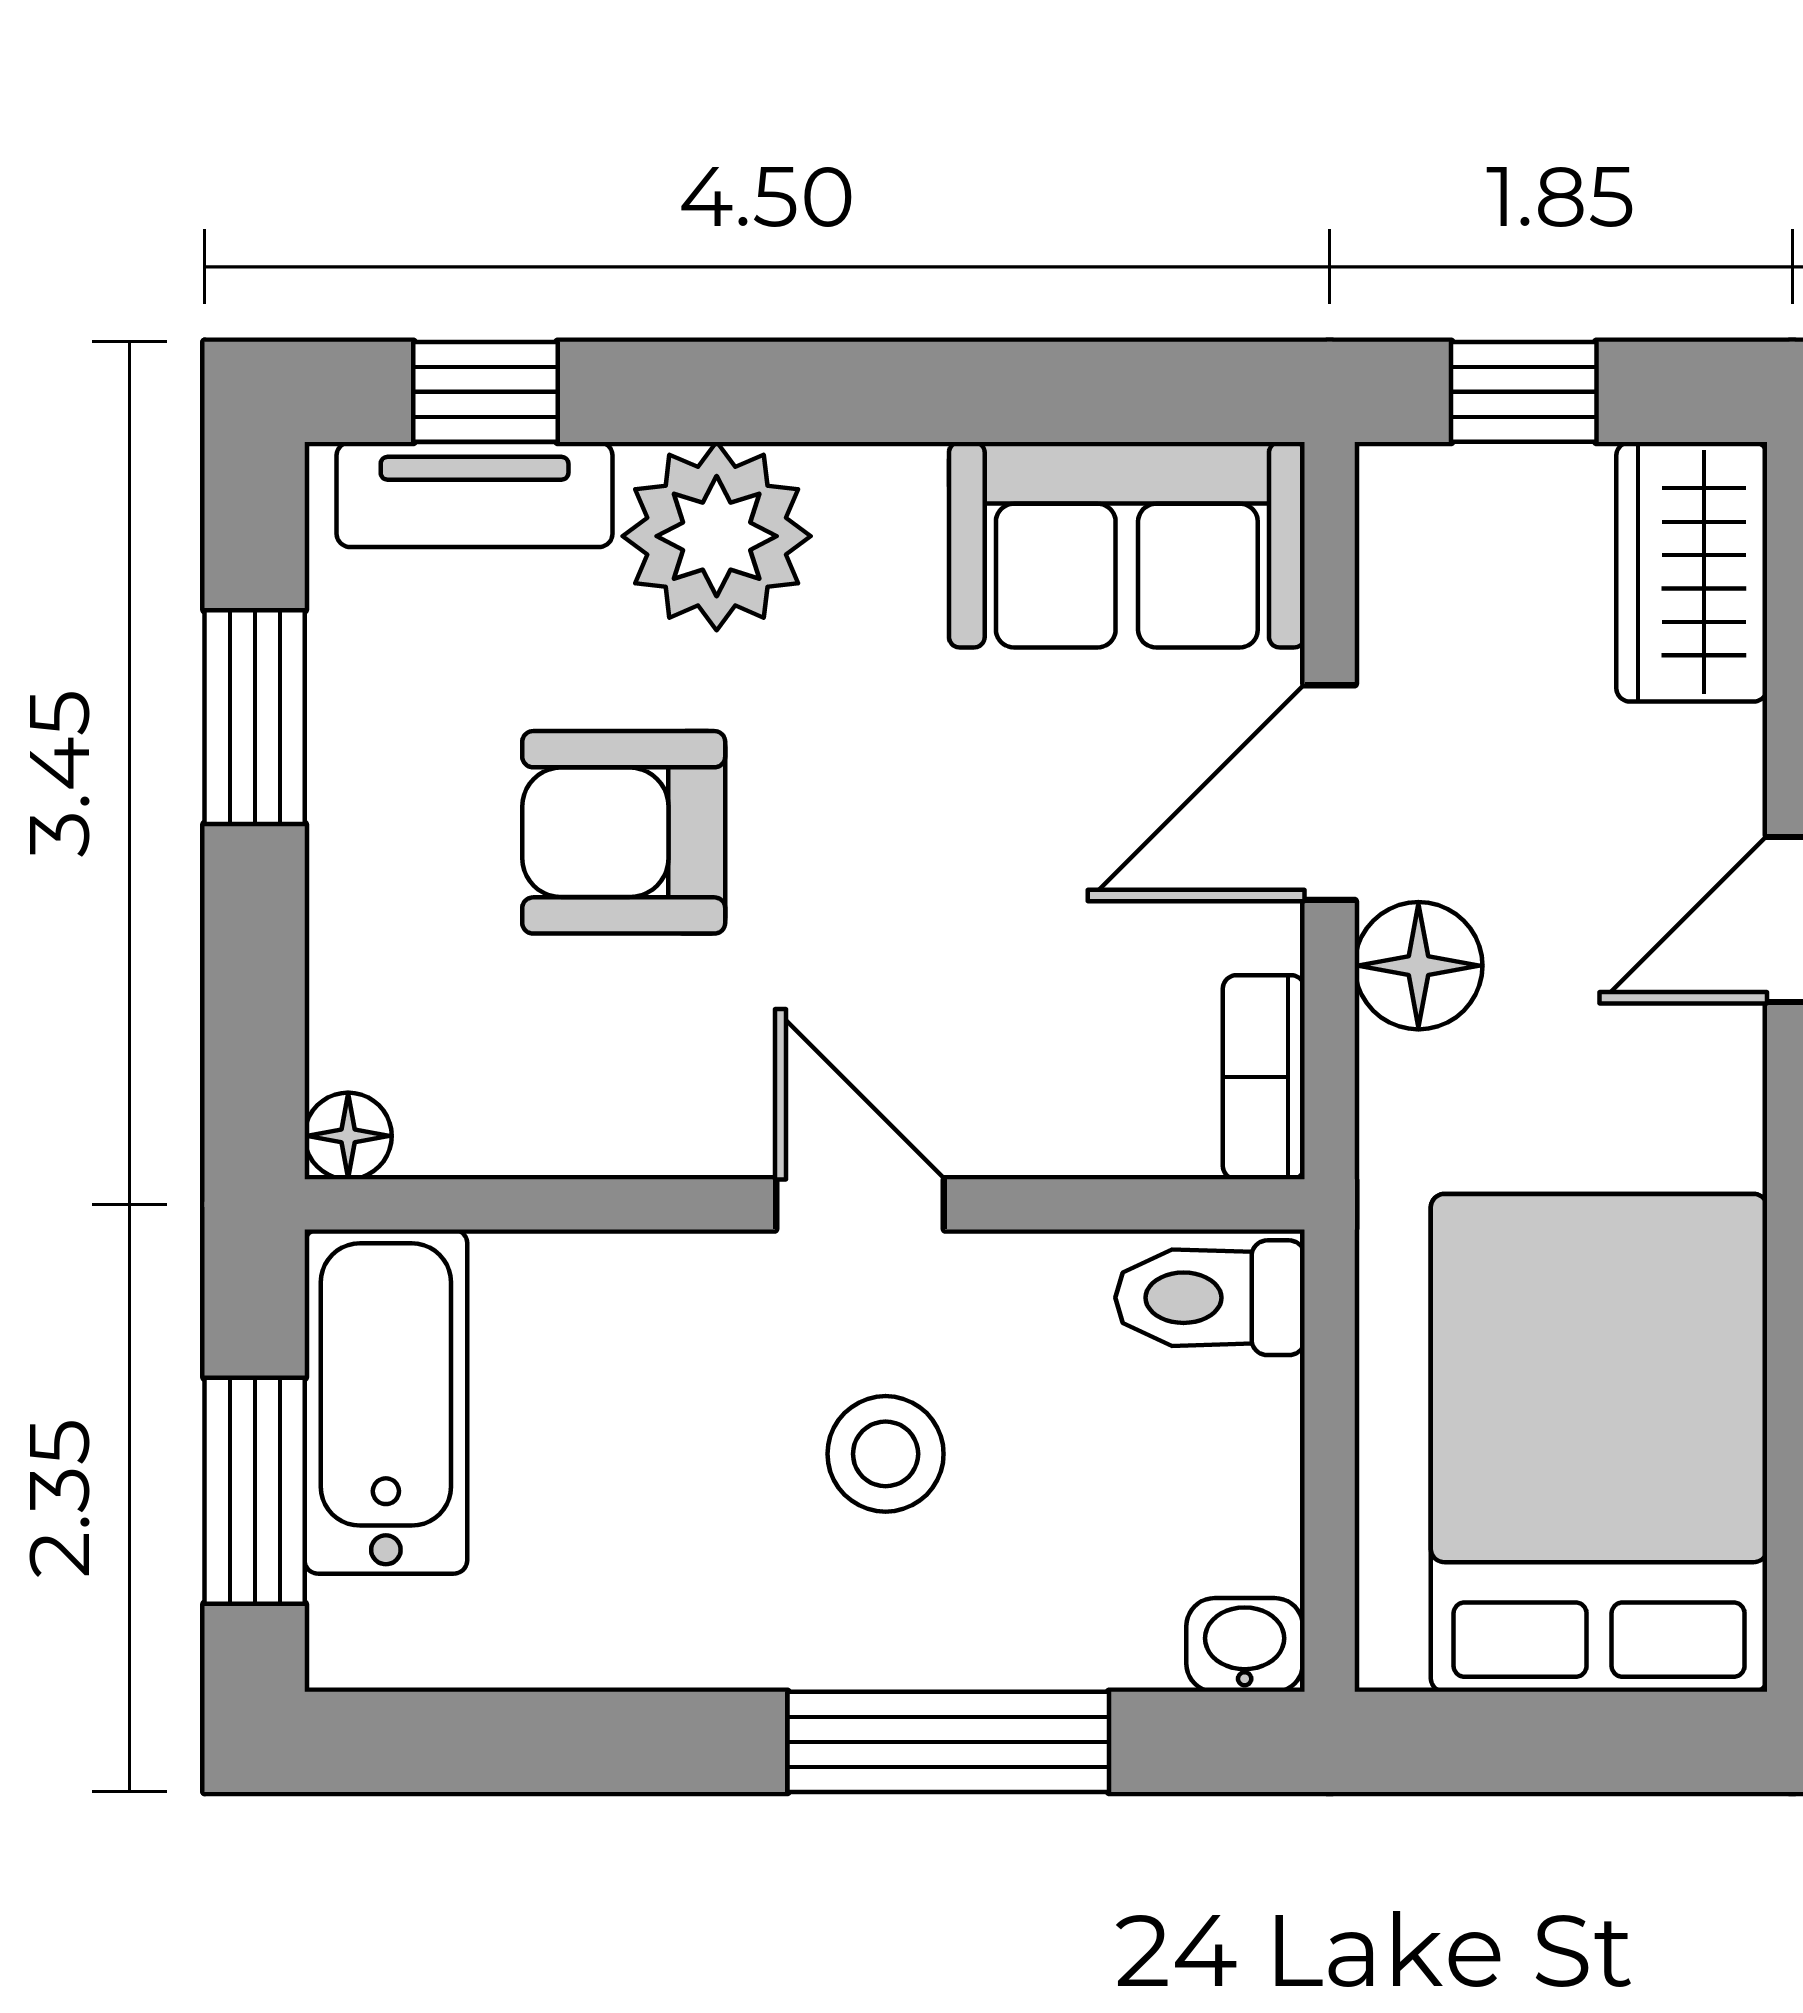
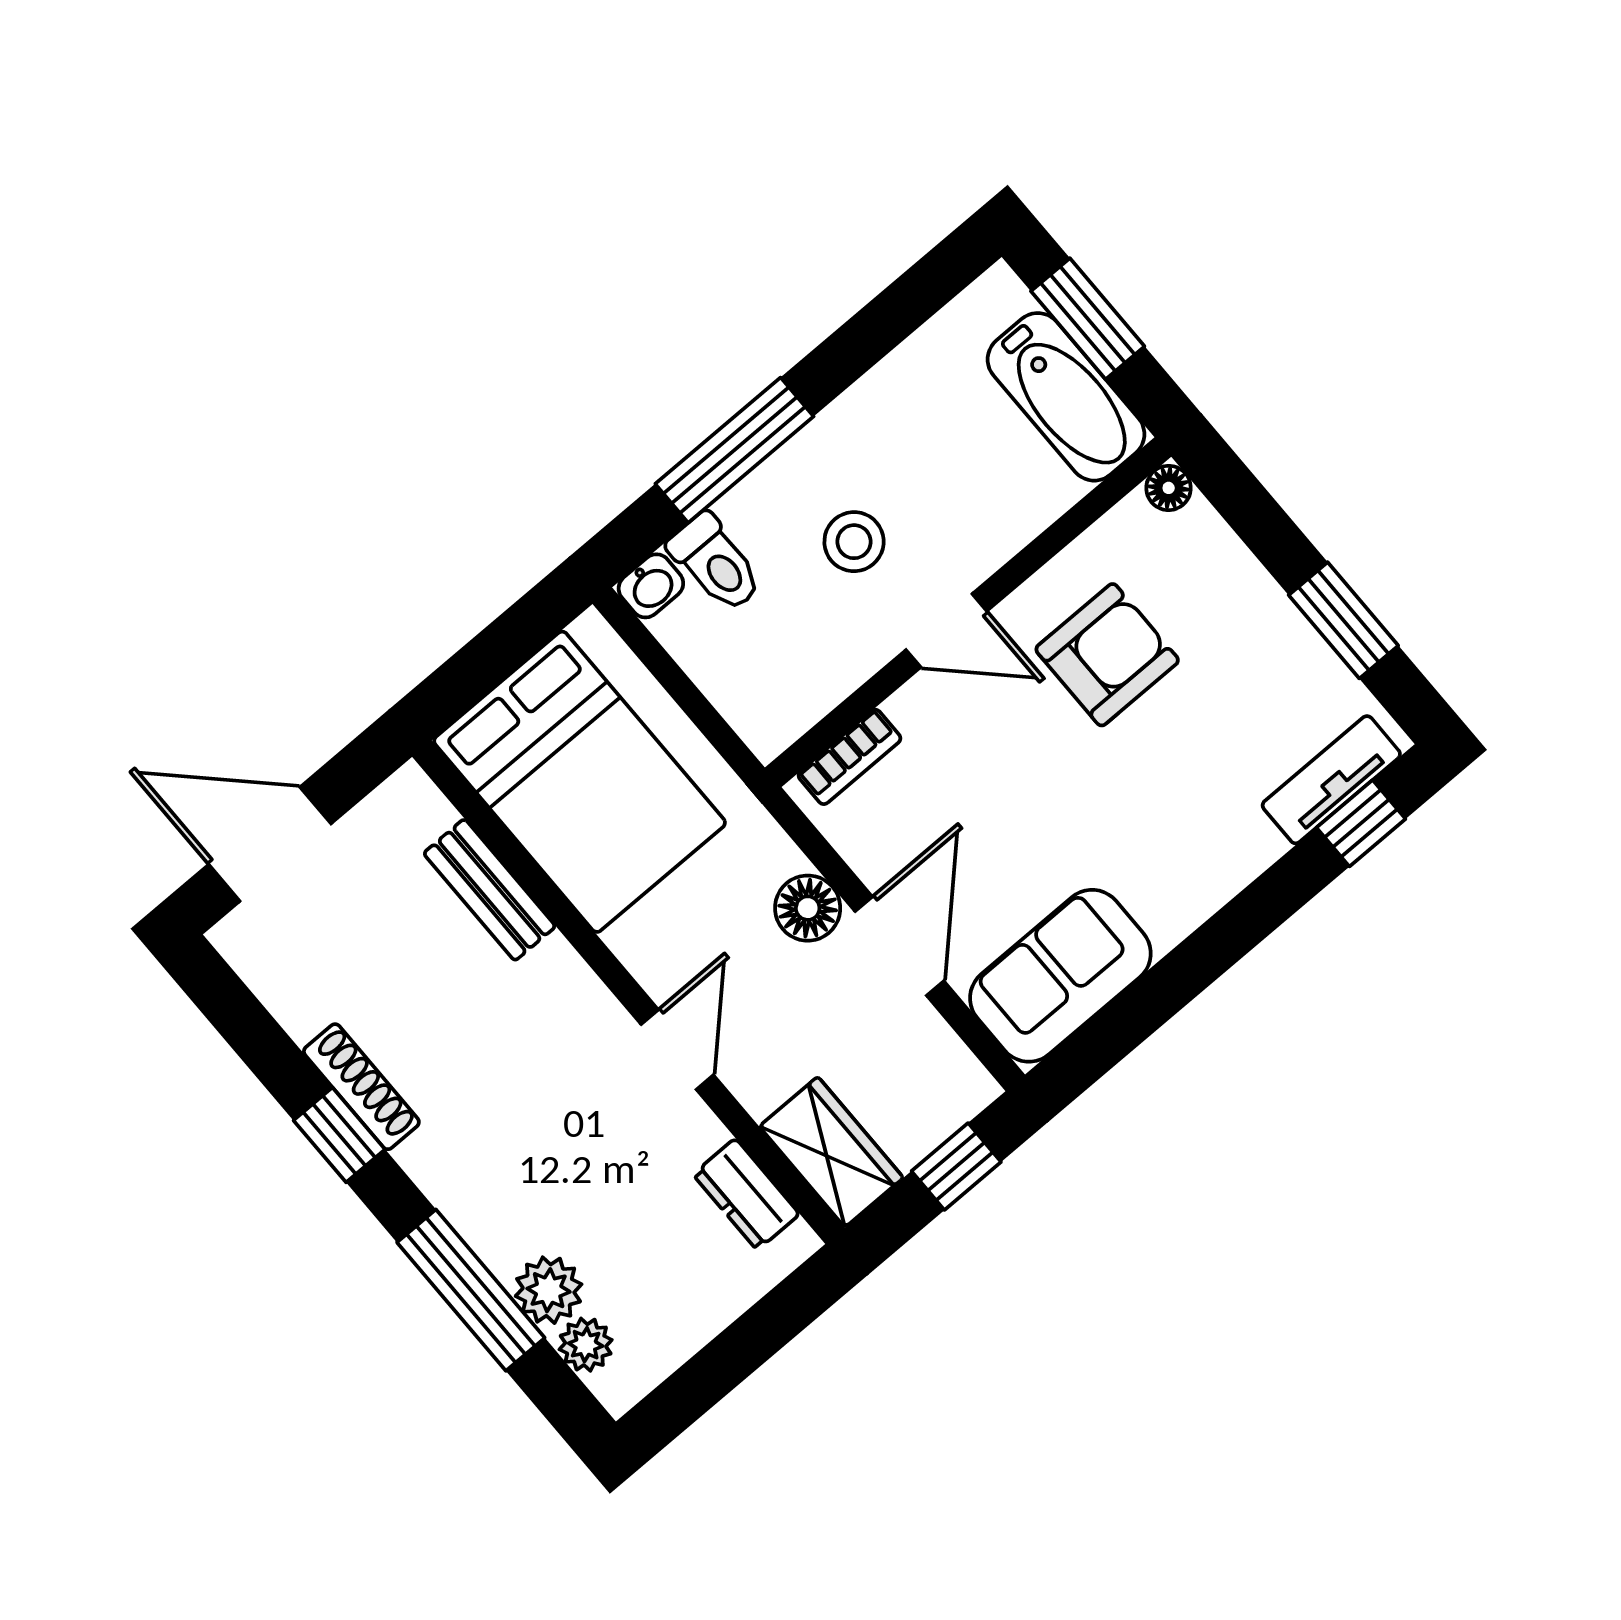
plant: (717, 536) -> (1223, 843), removed
armchair: (624, 832) -> (1107, 655), moved
bookcase: (1264, 1077) -> (849, 757), moved, turned 90
toilet: (1210, 1298) -> (716, 563), moved, turned 90

